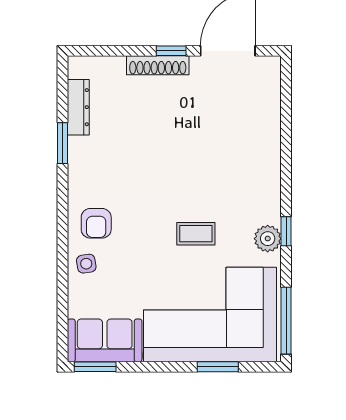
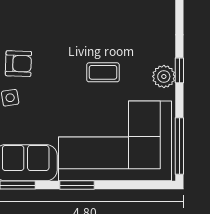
armchair: (96, 223) -> (18, 64), turned -88
window: (218, 367) -> (77, 185), moved

